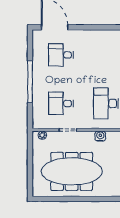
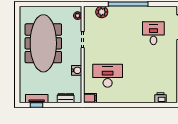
desk: (61, 103) -> (108, 33), removed
plant: (39, 110) -> (102, 12), added

